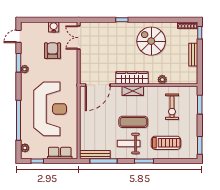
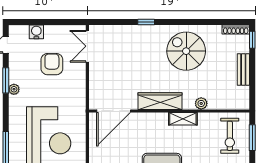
water cooler: (54, 27) -> (36, 32), moved
shelving: (133, 91) -> (183, 119), moved
exercise bike: (172, 107) -> (230, 136), moved

